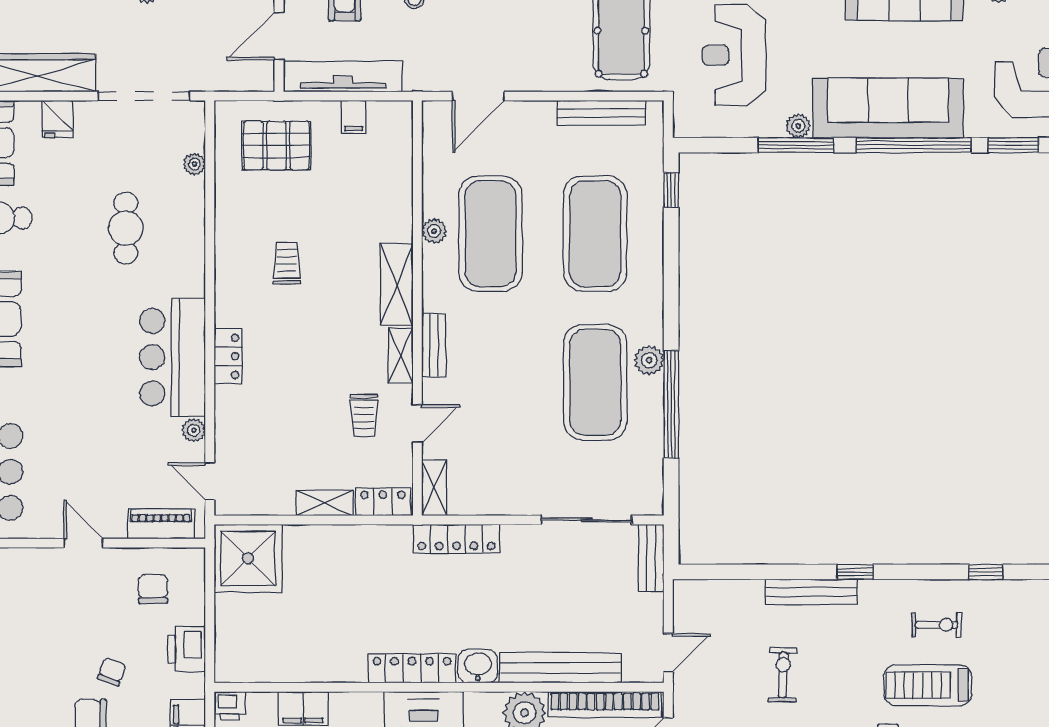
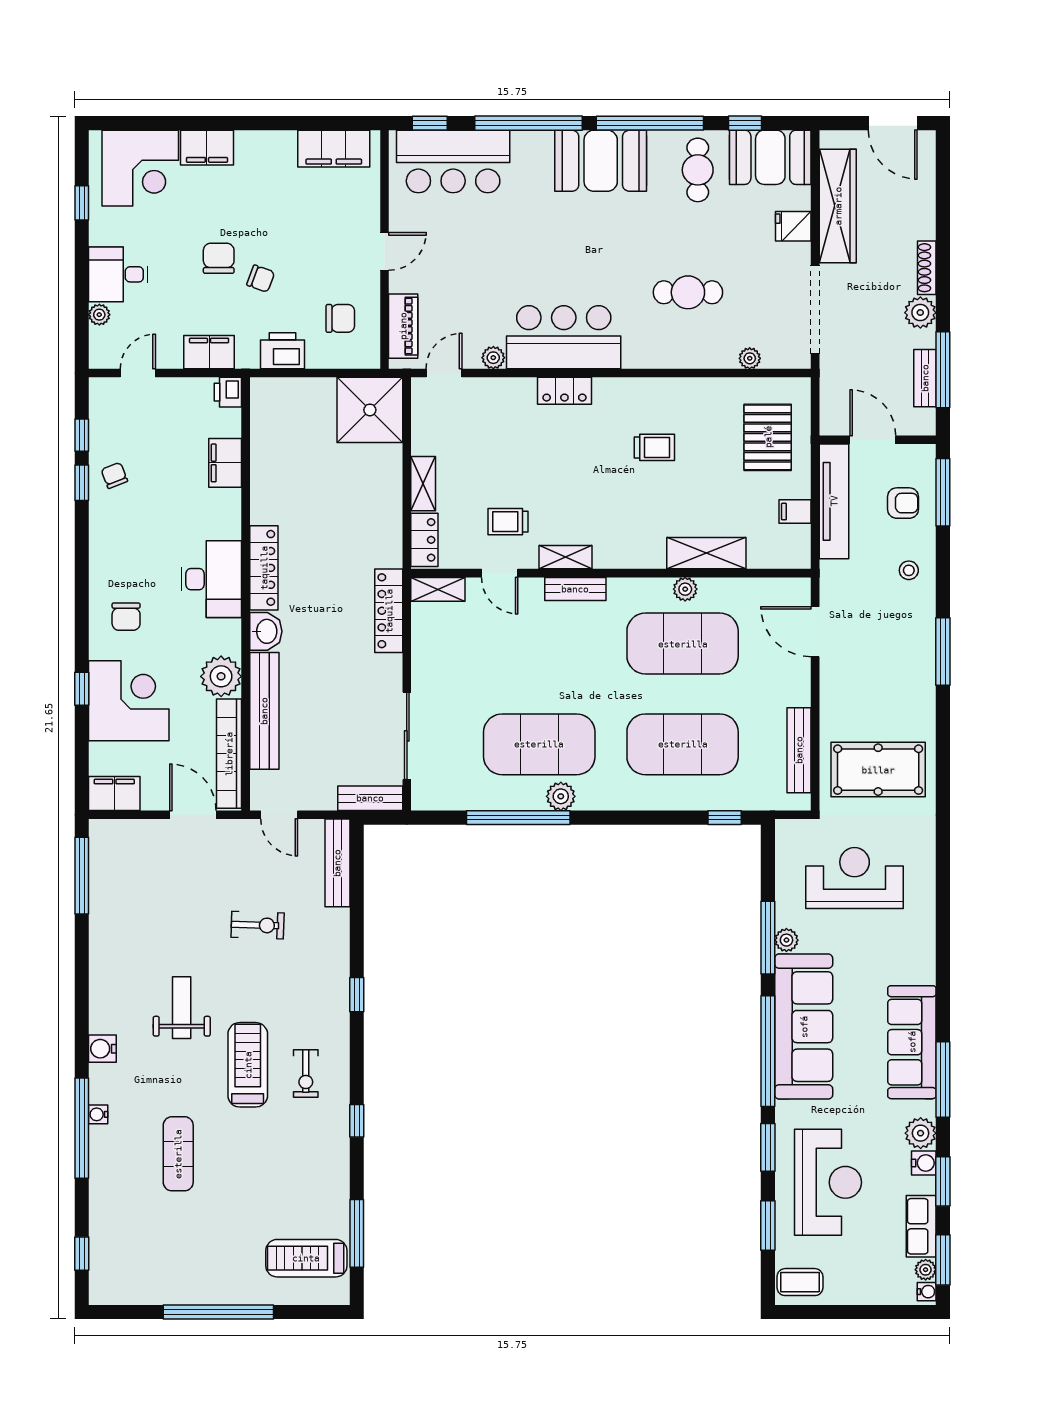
shelving: (397, 285) -> (706, 553), moved
bench: (811, 592) -> (337, 863), moved

